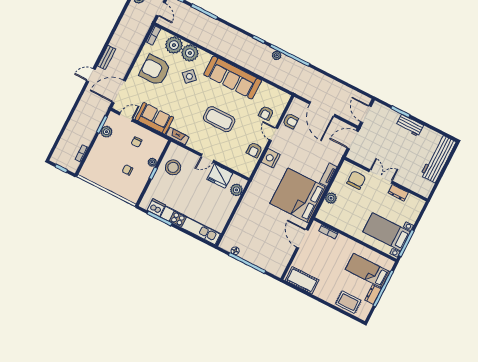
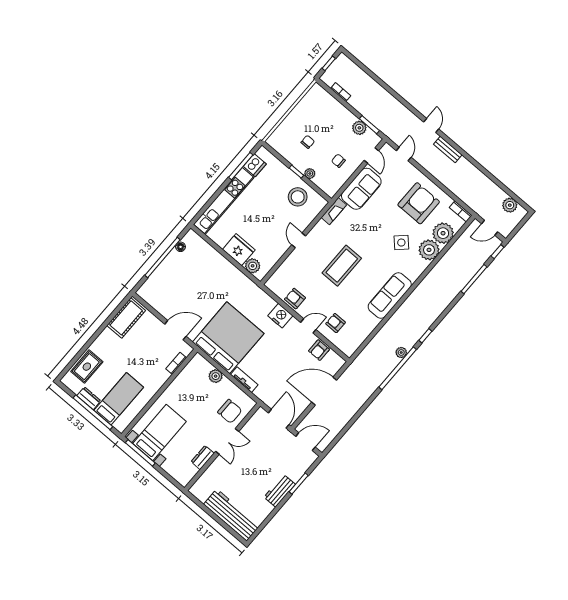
sofa: (233, 78) -> (390, 296), width x0.74, depth x0.79
door: (119, 92) -> (404, 154), width x0.53
fridge: (220, 176) -> (239, 250), moved, turned 90

